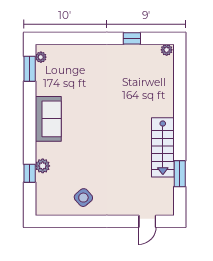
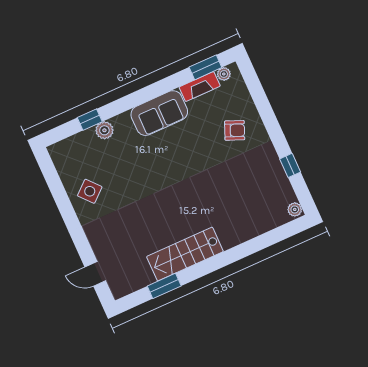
armchair: (87, 68) -> (235, 130), added
fireplace: (42, 80) -> (200, 87), added

